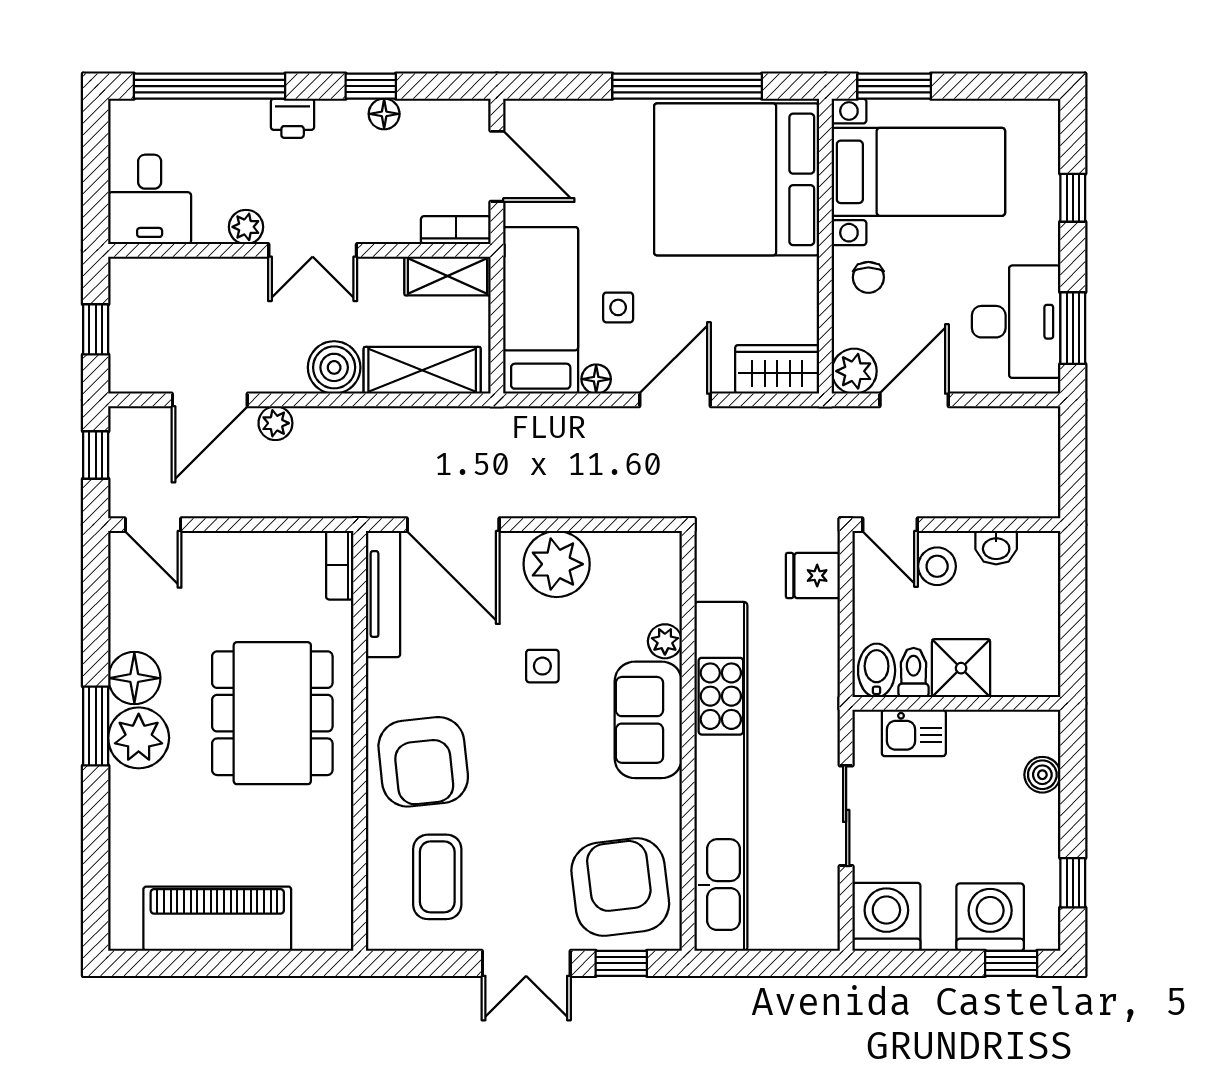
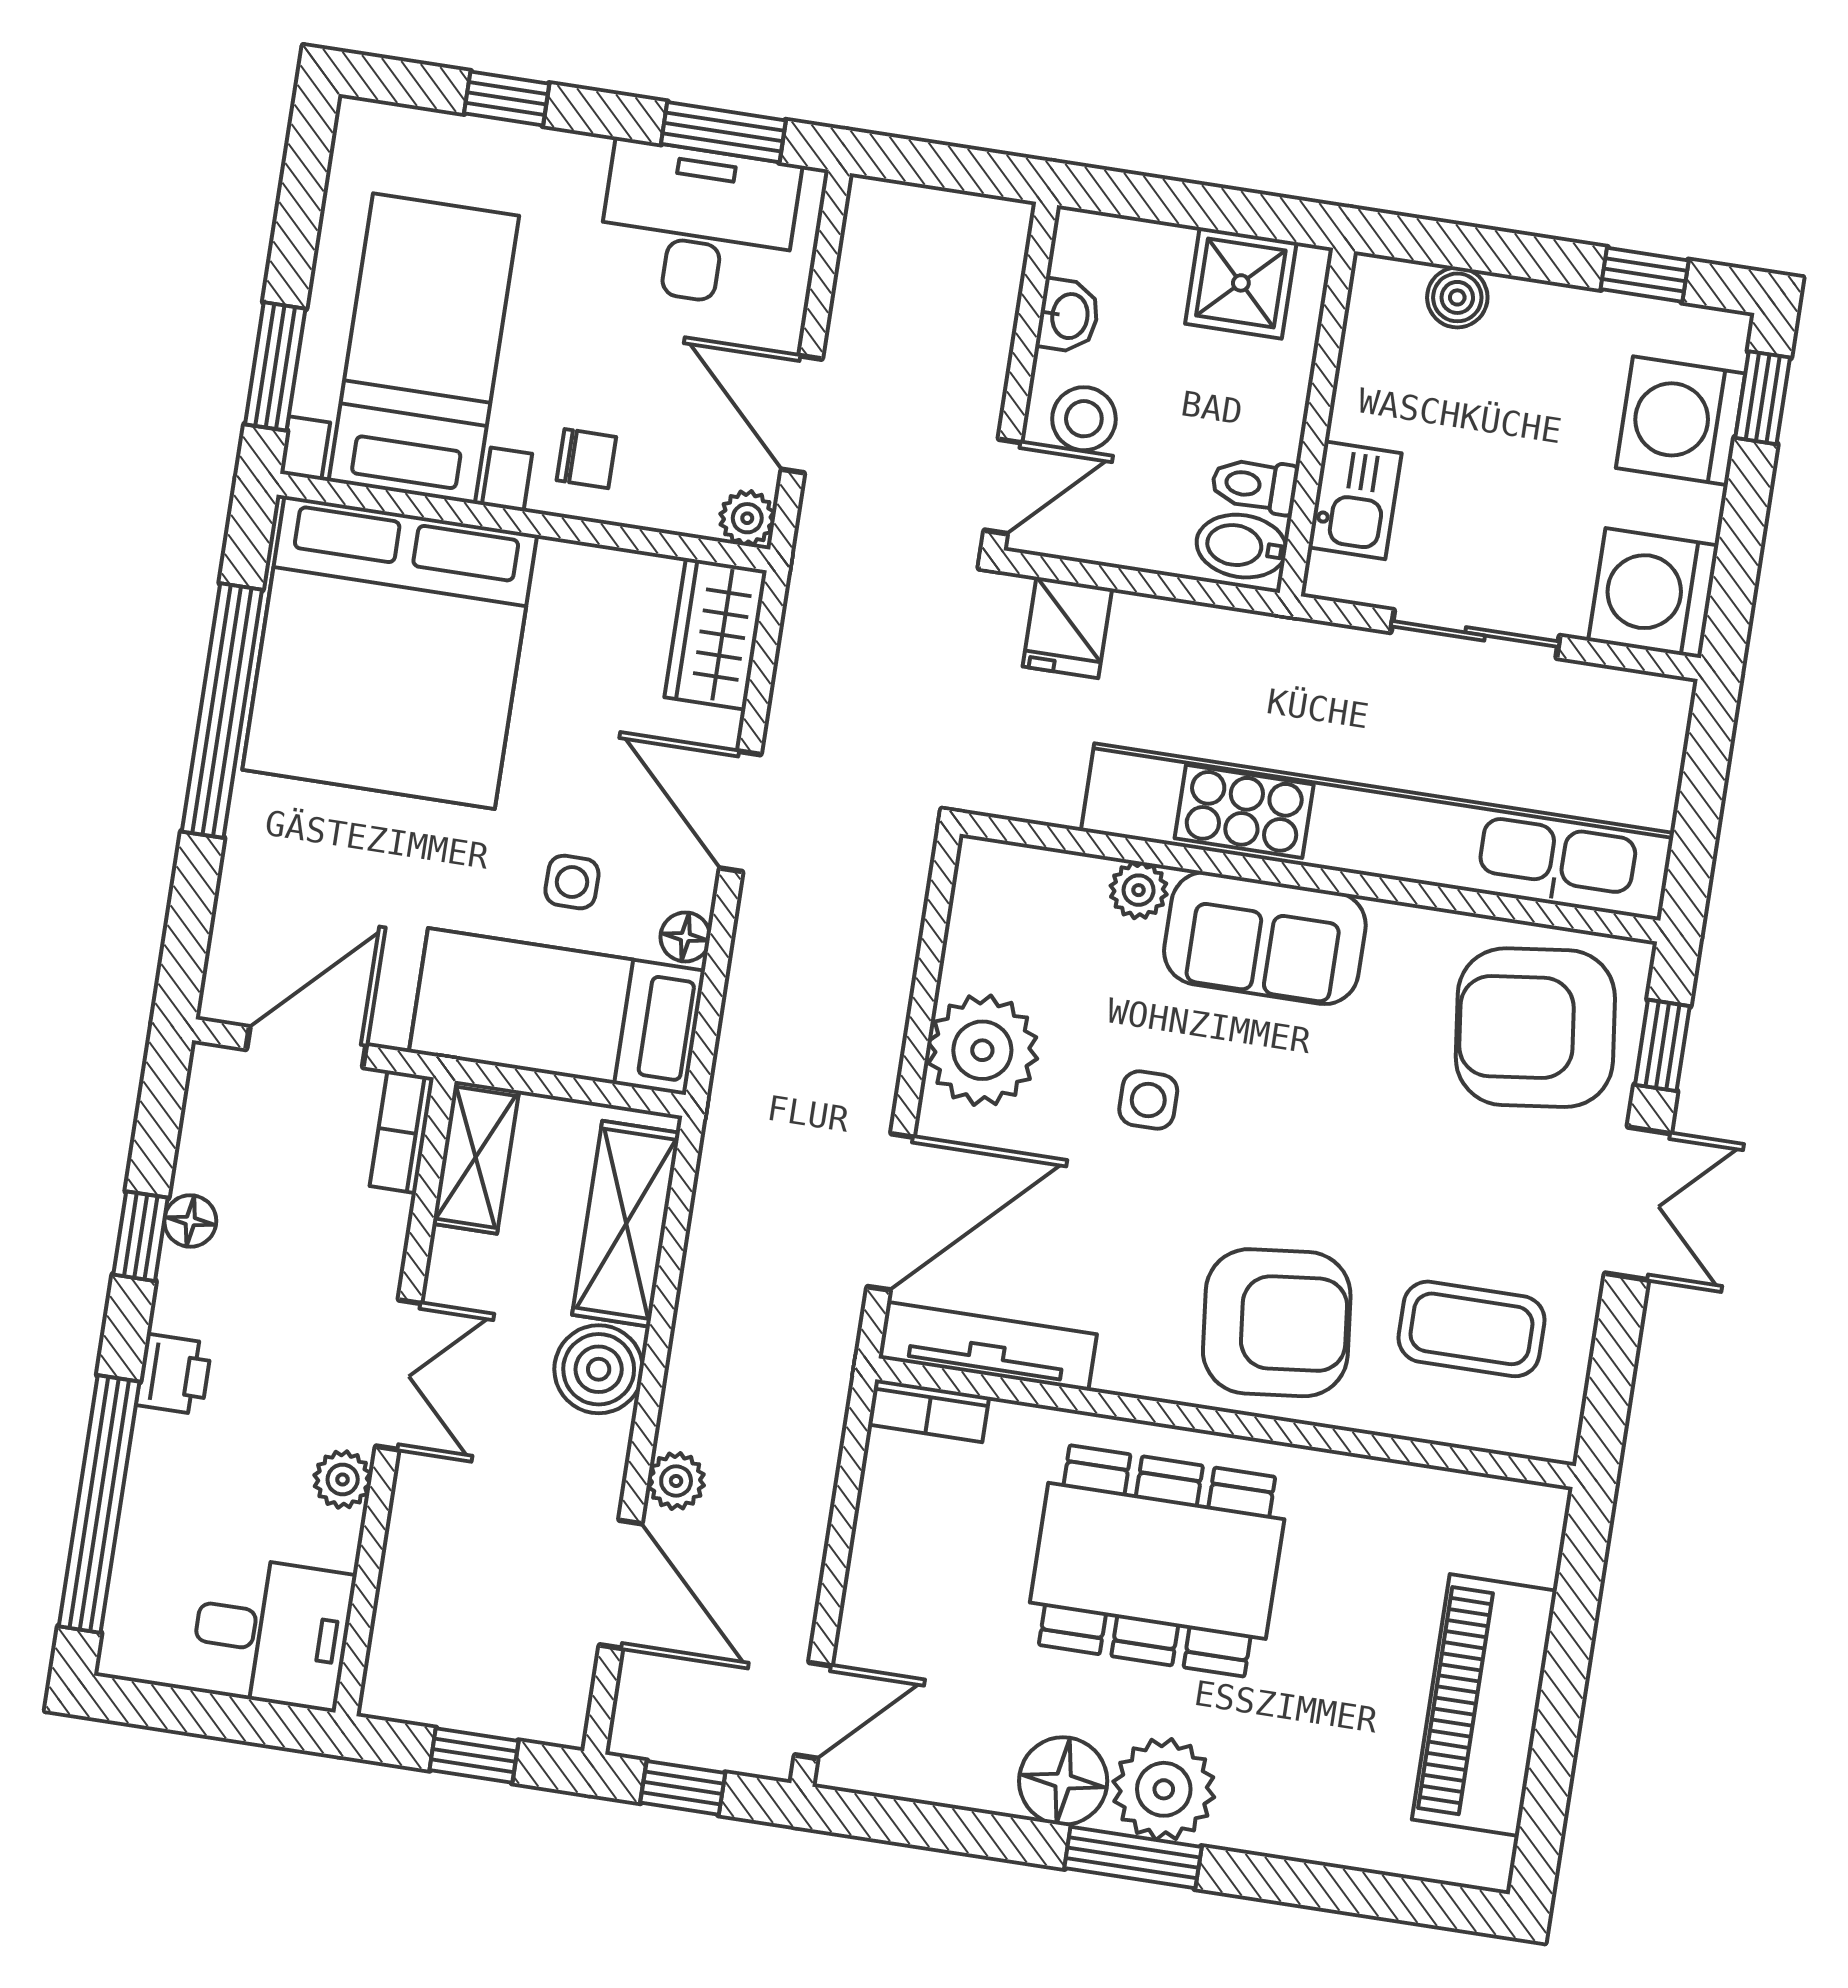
plant: (854, 371) -> (747, 518), width x0.73, depth x0.73
shower: (961, 668) -> (1241, 283), moved

